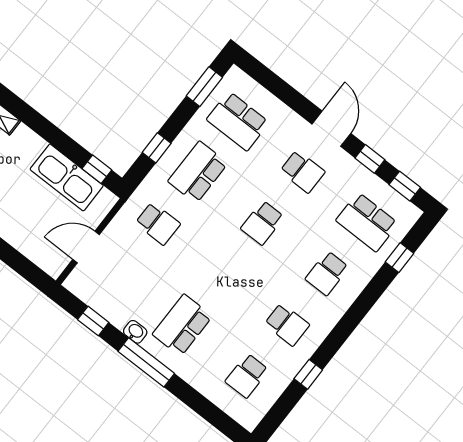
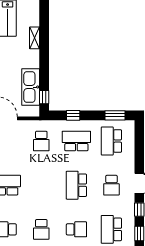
school desk: (262, 223) -> (76, 185), width x1.85
school desk: (327, 273) -> (76, 229), turned 180

